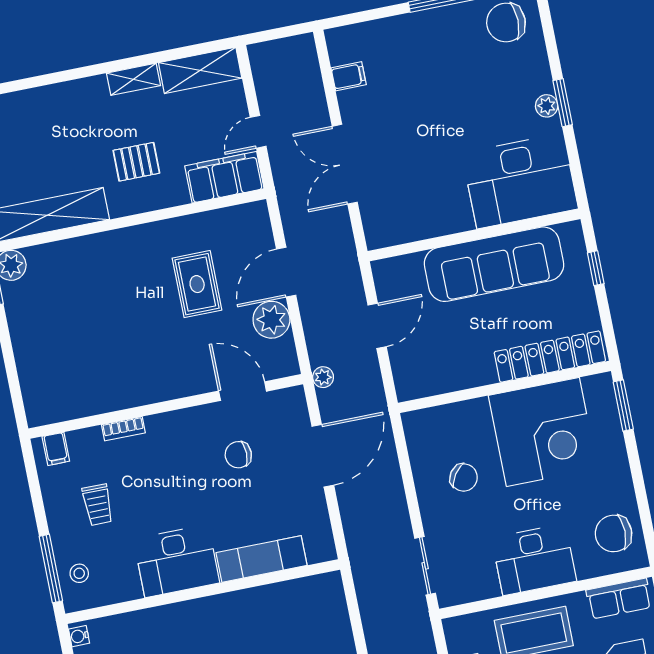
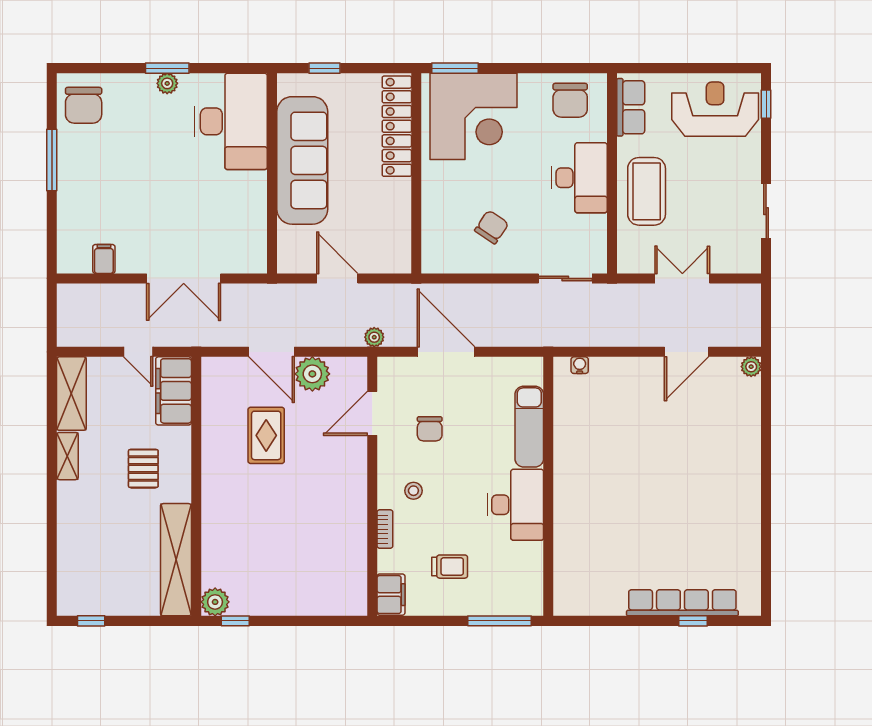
rug: (197, 284) -> (266, 435), turned 90
corner desk: (543, 432) -> (474, 116), moved, turned 90
filing cabinet: (56, 449) -> (391, 595), width x2.00
stool: (79, 573) -> (413, 491), moved
water cooler: (79, 636) -> (580, 365), moved, turned 180

